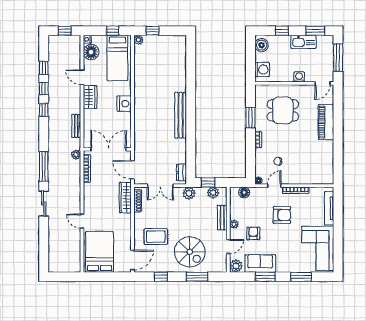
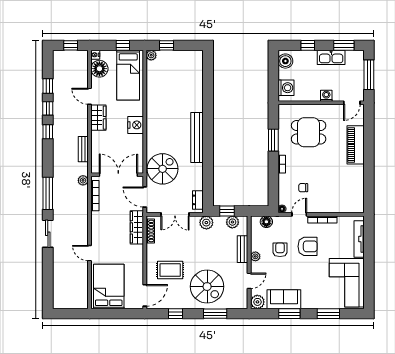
spiral stairs: (149, 144) -> (163, 169), added
armchair: (253, 233) -> (280, 250), moved

